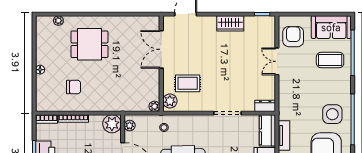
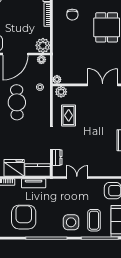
double door: (277, 61) -> (77, 178), moved
rug: (188, 83) -> (69, 115), moved
dresser: (265, 106) -> (57, 157), moved
side table: (332, 114) -> (71, 222), moved

